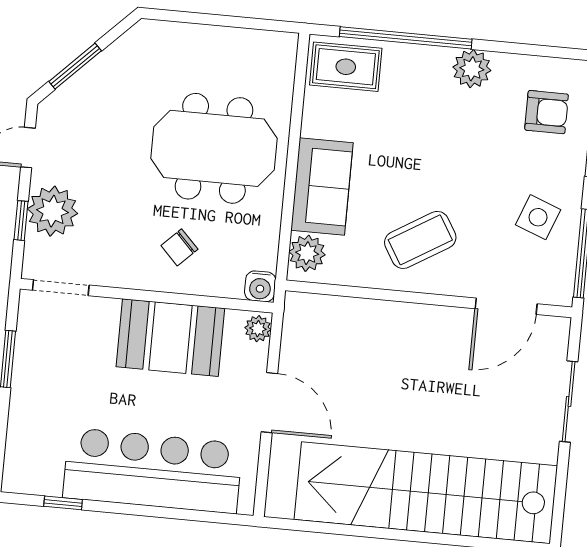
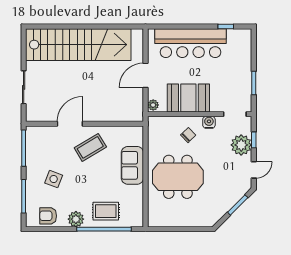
rug: (346, 67) -> (106, 211), moved
armchair: (547, 112) -> (48, 216), moved
side table: (538, 217) -> (54, 179), moved
plant: (307, 253) -> (136, 138), removed
water cooler: (260, 286) -> (209, 122), moved
door: (506, 306) -> (70, 124), moved
door: (269, 403) -> (146, 75), hinge flipped

